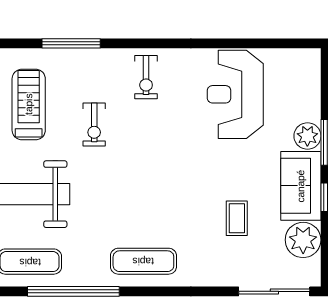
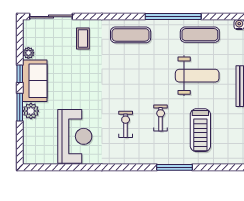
exercise bike: (146, 77) -> (126, 124), moved
coffee table: (237, 218) -> (83, 38), moved
plant: (303, 240) -> (28, 53), width x0.53, depth x0.53

